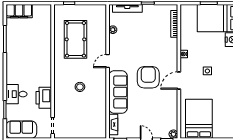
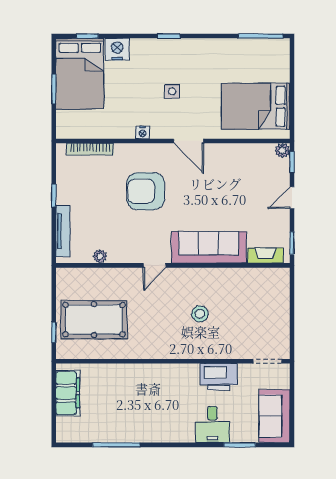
filing cabinet: (19, 11) -> (68, 393), moved
pool table: (75, 39) -> (94, 320), moved
door: (108, 61) -> (155, 265), hinge flipped
armchair: (148, 77) -> (146, 191), moved

